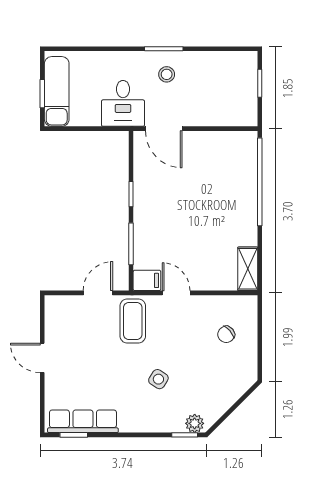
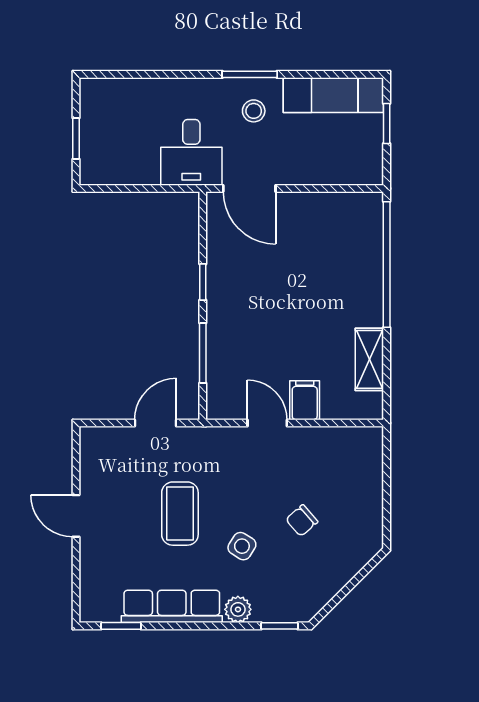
exam couch: (57, 91) -> (333, 95), moved, turned 90
shelving: (248, 269) -> (369, 359), moved
filing cabinet: (147, 280) -> (305, 400), moved, turned -90
coffee table: (133, 321) -> (180, 514), moved
chair: (226, 334) -> (302, 521), moved
row of seats: (83, 421) -> (172, 606), moved
plant: (195, 423) -> (238, 609), moved

